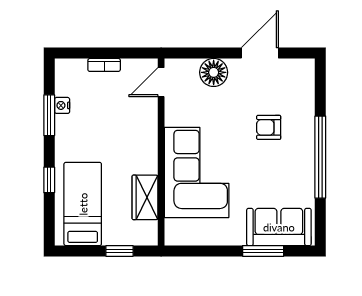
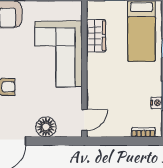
bookcase: (104, 65) -> (143, 132), moved

